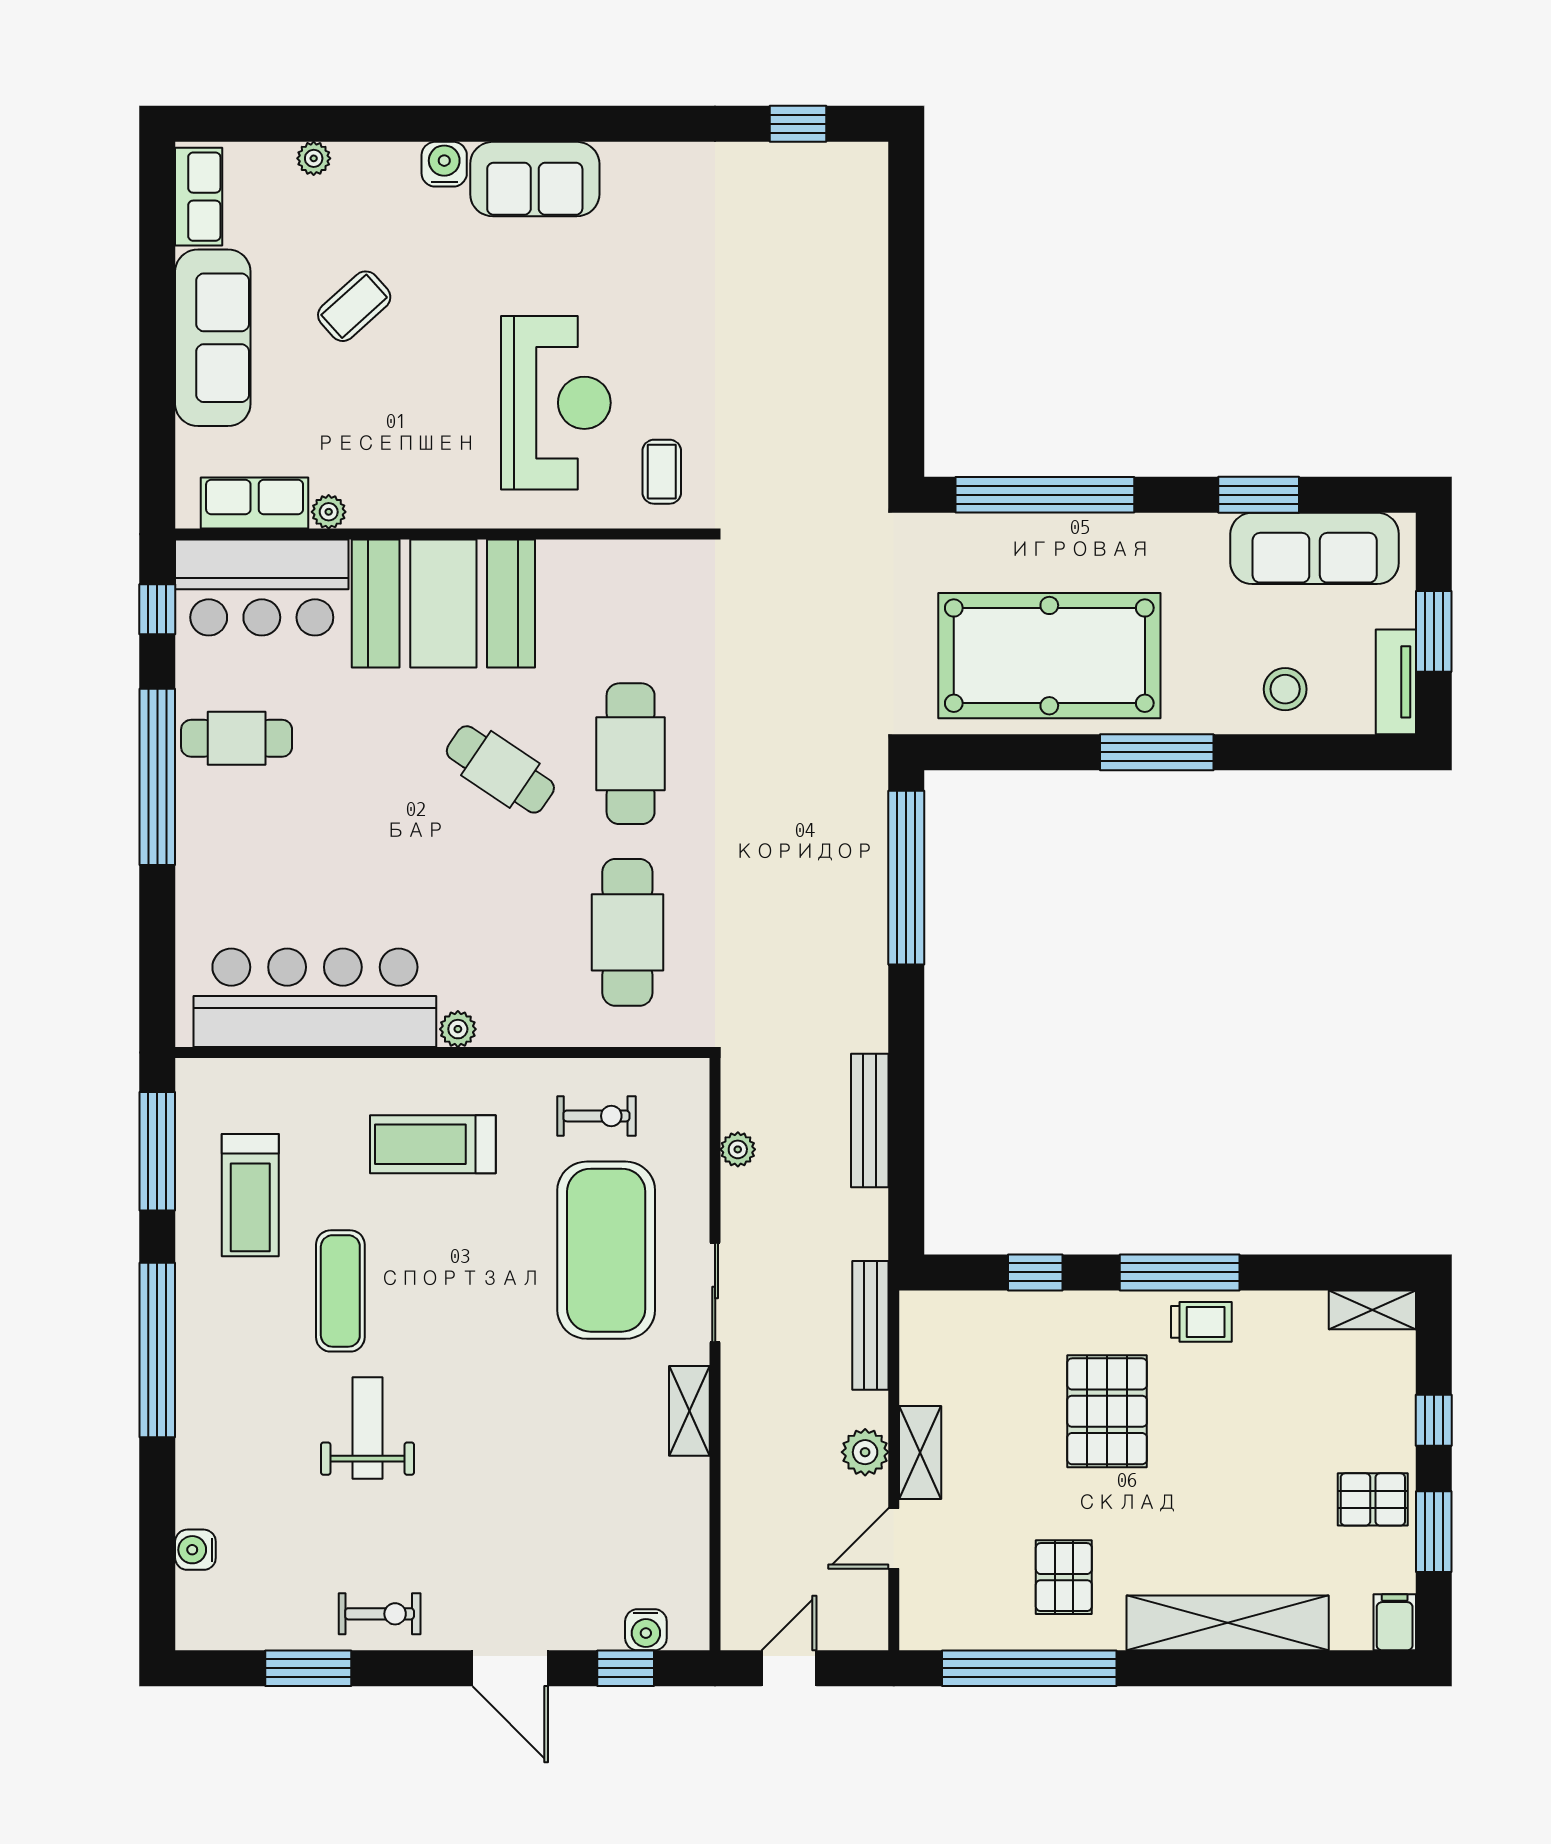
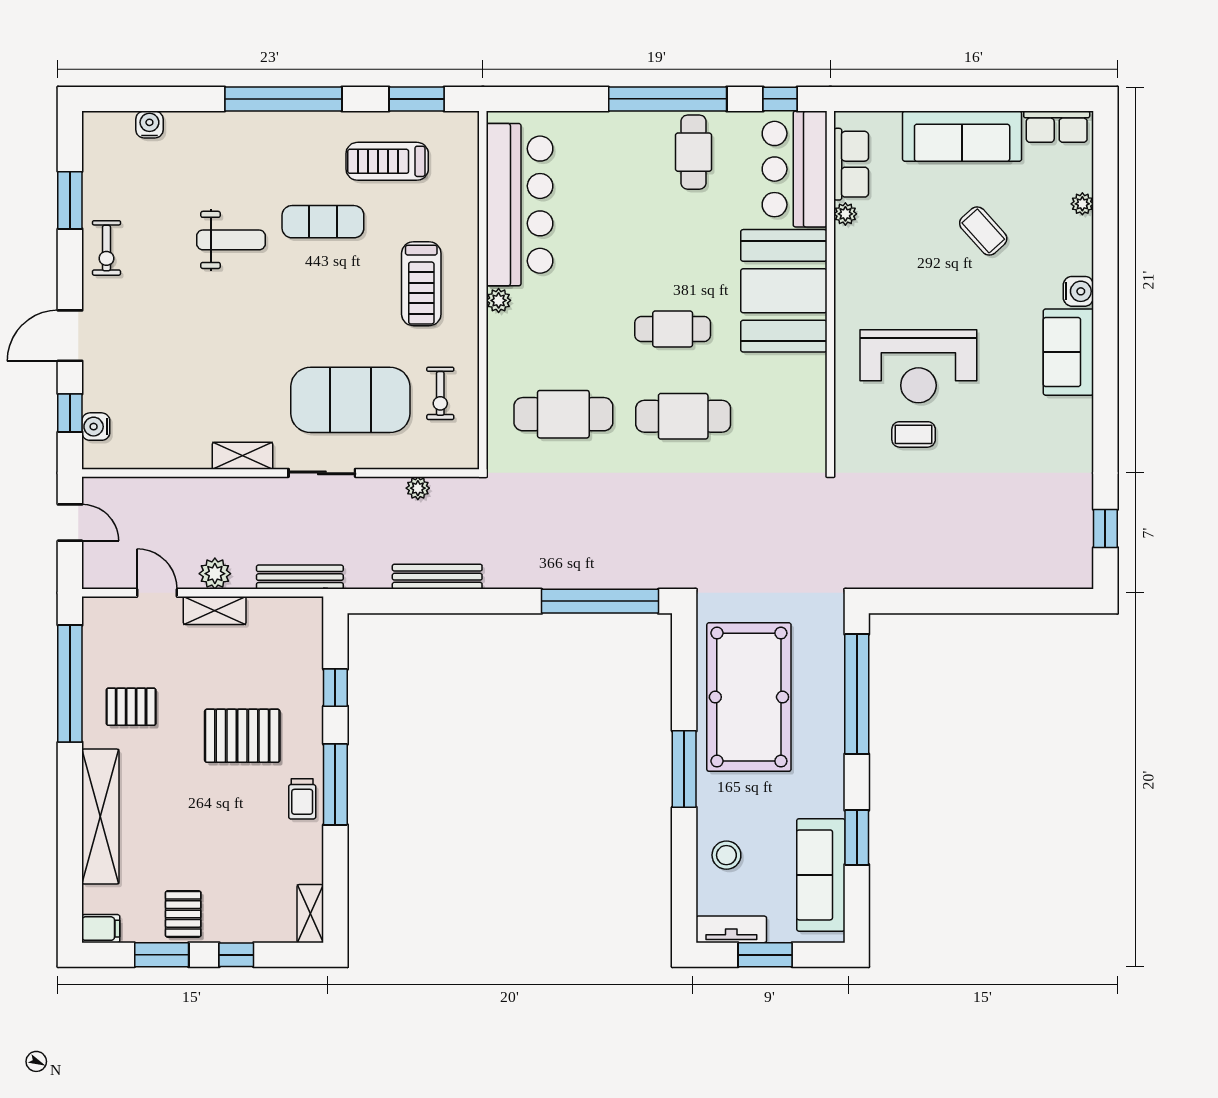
coffee table: (662, 472) -> (914, 434), moved
cafe table: (500, 769) -> (673, 329), turned 56
treadmill: (433, 1144) -> (421, 284), turned 180
window: (157, 1151) -> (417, 99), width x0.69

